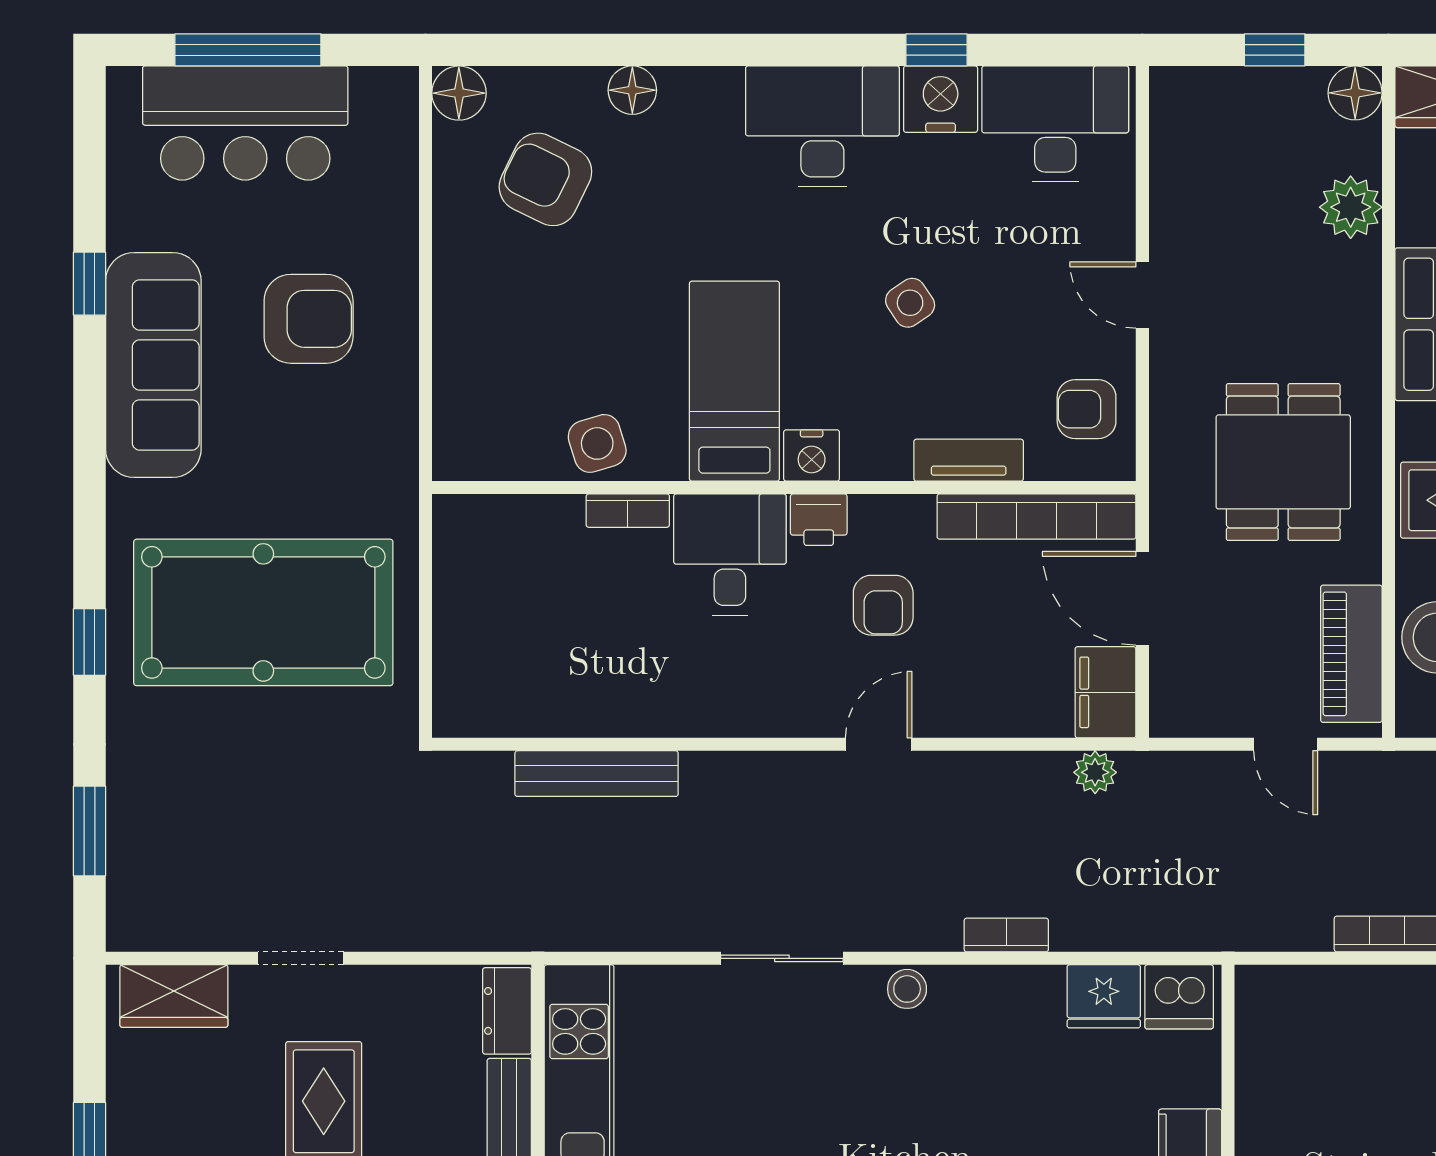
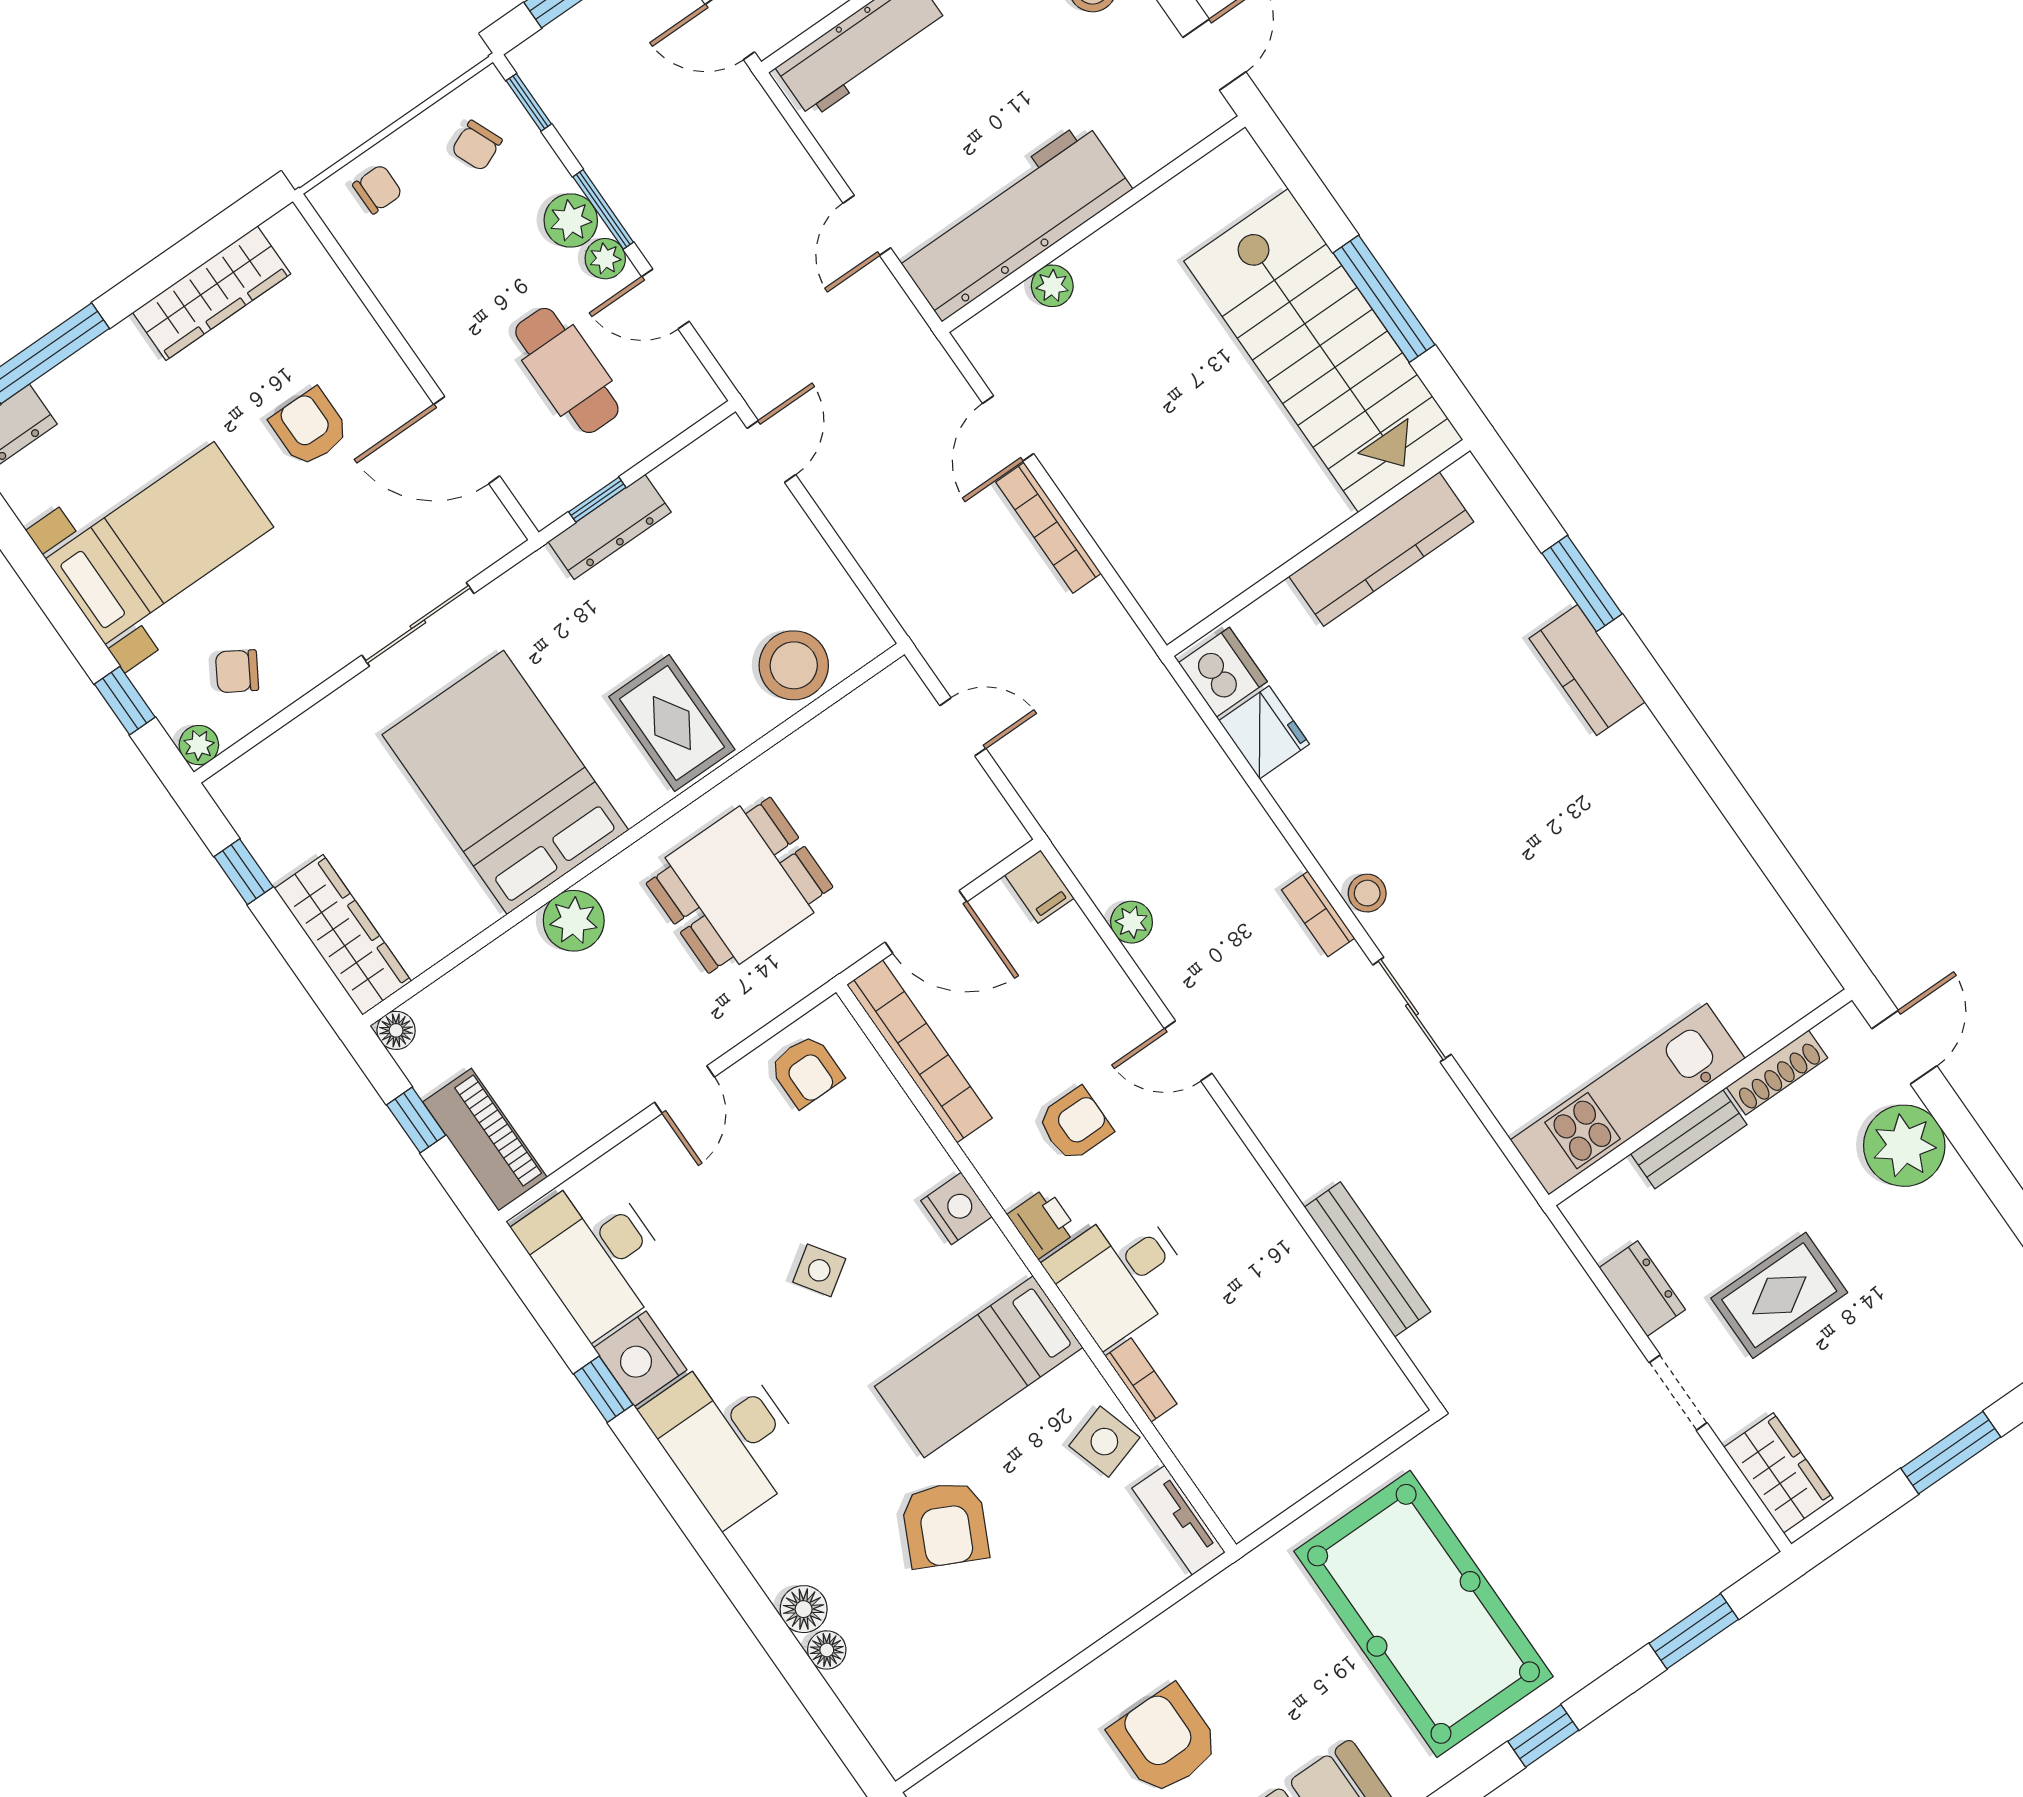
floor lamp: (459, 93) -> (827, 1650), moved, width x0.73, depth x0.73
floor lamp: (1355, 93) -> (396, 1030), width x0.73, depth x0.73
armchair: (545, 179) -> (945, 1525), moved
plant: (1351, 207) -> (574, 921), moved
nightstand: (812, 455) -> (956, 1209), moved
tv unit: (969, 460) -> (1179, 1520), moved
door: (1142, 598) -> (926, 922), hinge flipped
piano: (1351, 654) -> (485, 1140), moved, turned -90
filing cabinet: (1106, 692) -> (1039, 887), width x0.50
door: (1286, 744) -> (963, 727), hinge flipped
plant: (1095, 772) -> (1132, 922), moved
bookcase: (1006, 935) -> (1318, 914), moved
dresser: (507, 1011) -> (1642, 1289), moved, turned -90

